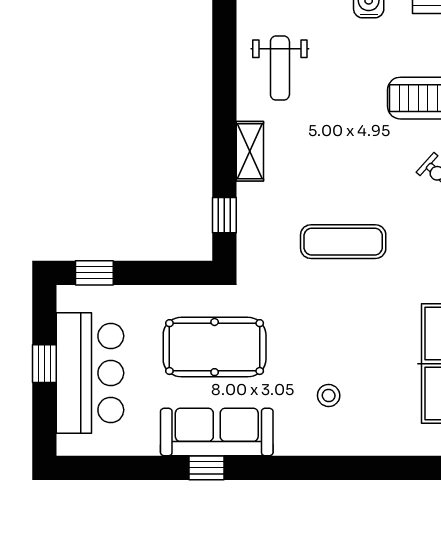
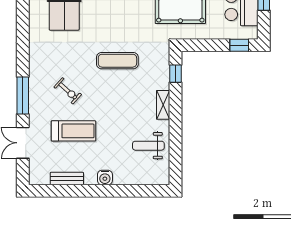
weight bench: (280, 68) -> (148, 146), turned -90

